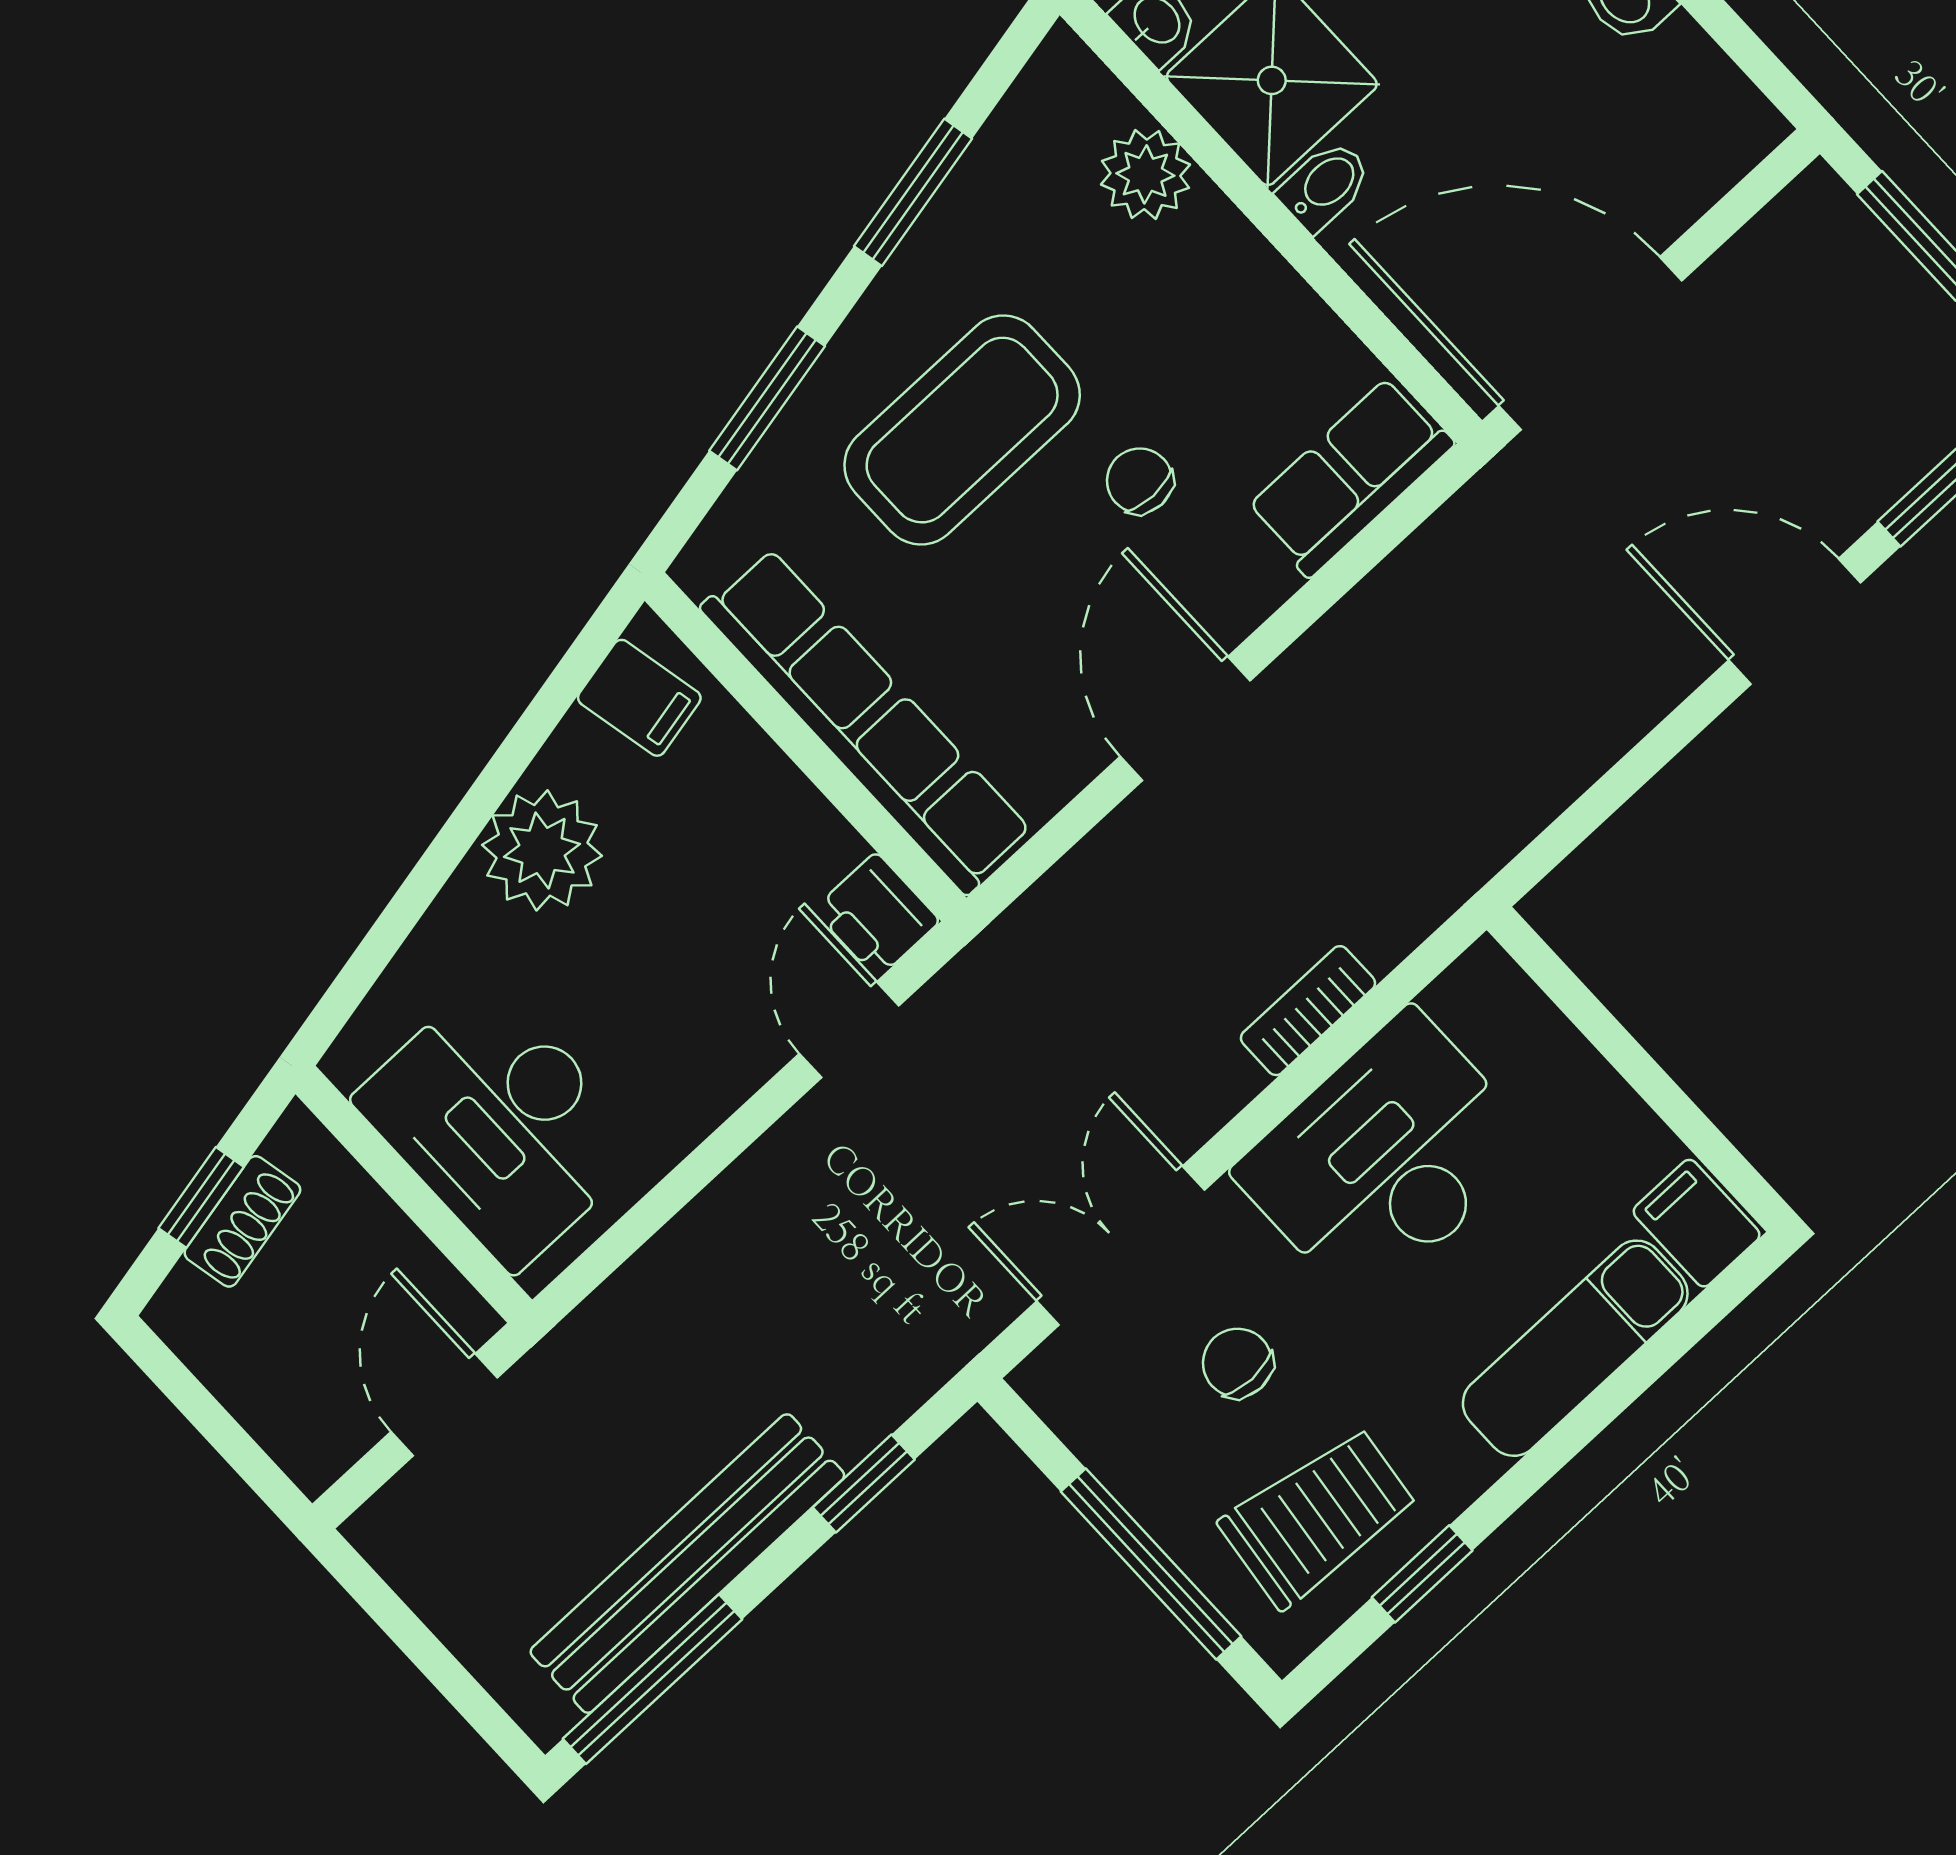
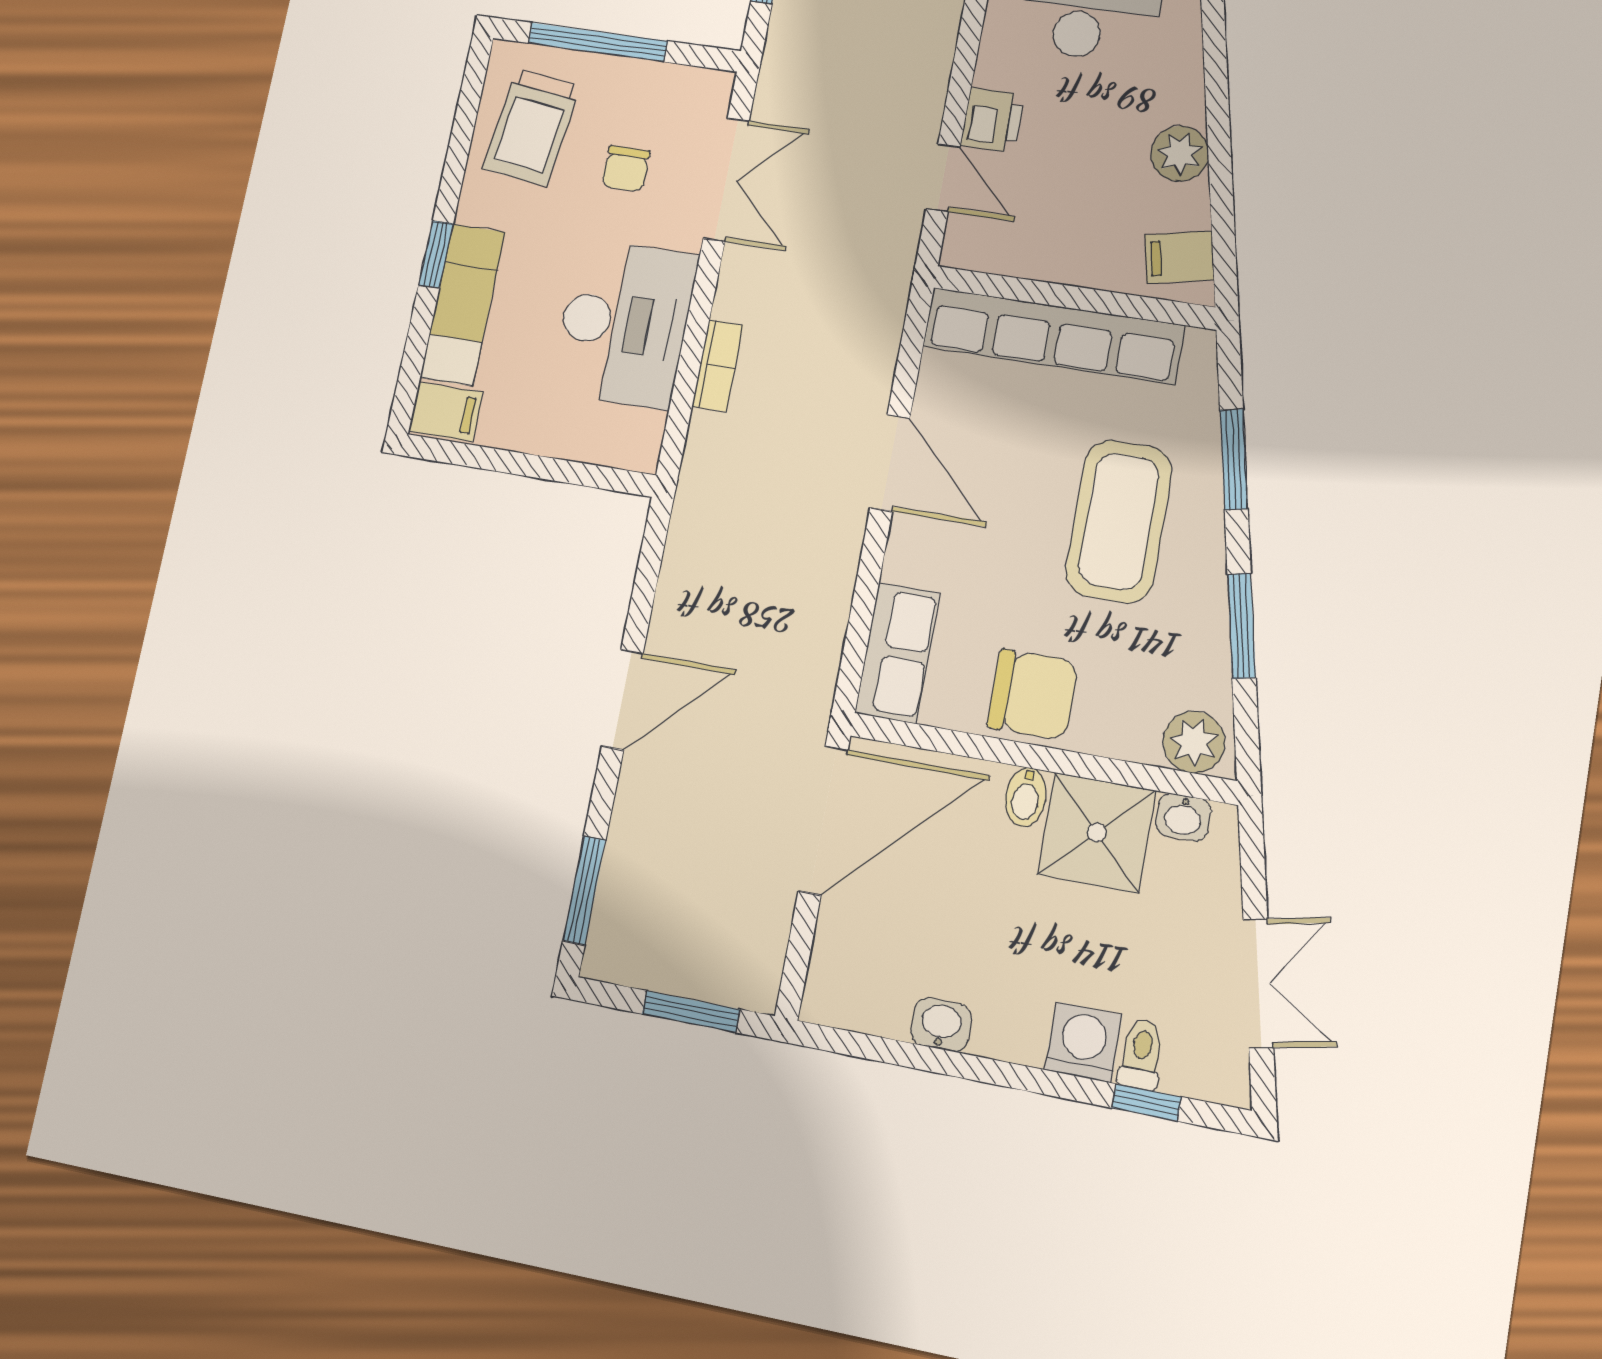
plant: (1145, 174) -> (1194, 742), moved
chair: (1140, 481) -> (1033, 695), moved, width x1.87, depth x1.87
door: (1795, 621) -> (622, 700), moved
plant: (542, 850) -> (1180, 154), width x0.73, depth x0.73
printer: (877, 916) -> (993, 120), moved, turned 90
chair: (1238, 1363) -> (626, 169), turned 90
window: (1422, 1574) -> (436, 254), moved

